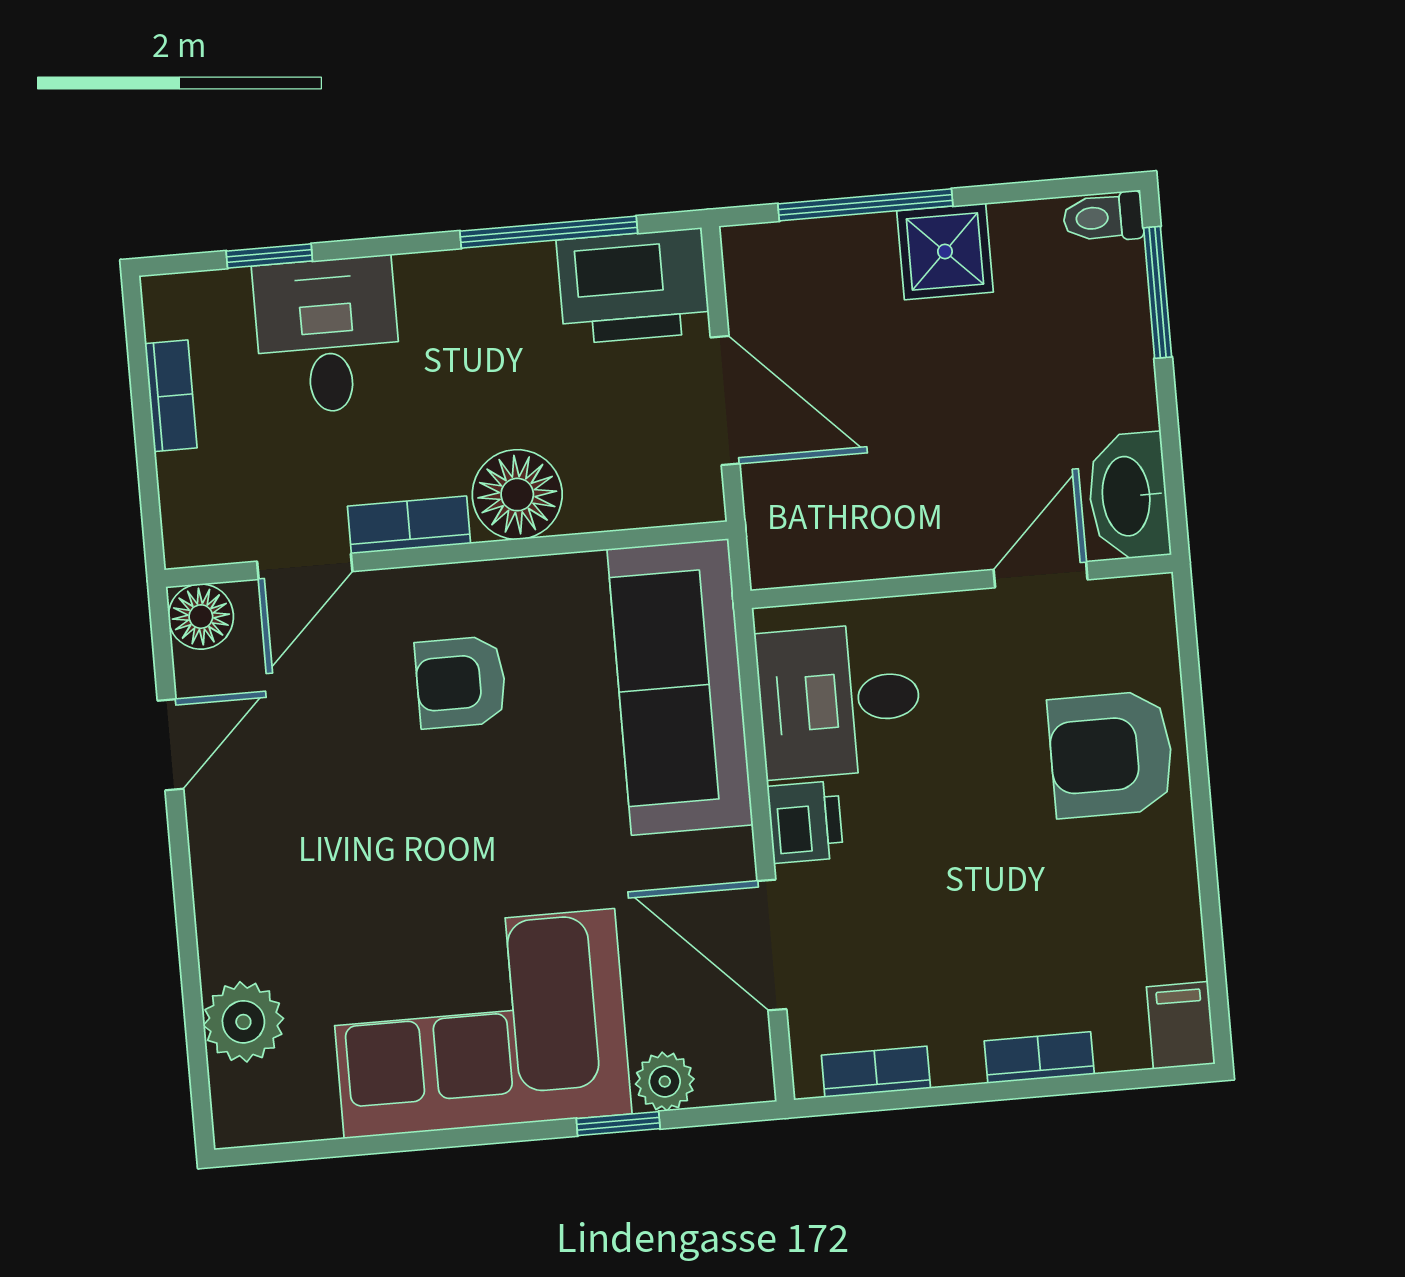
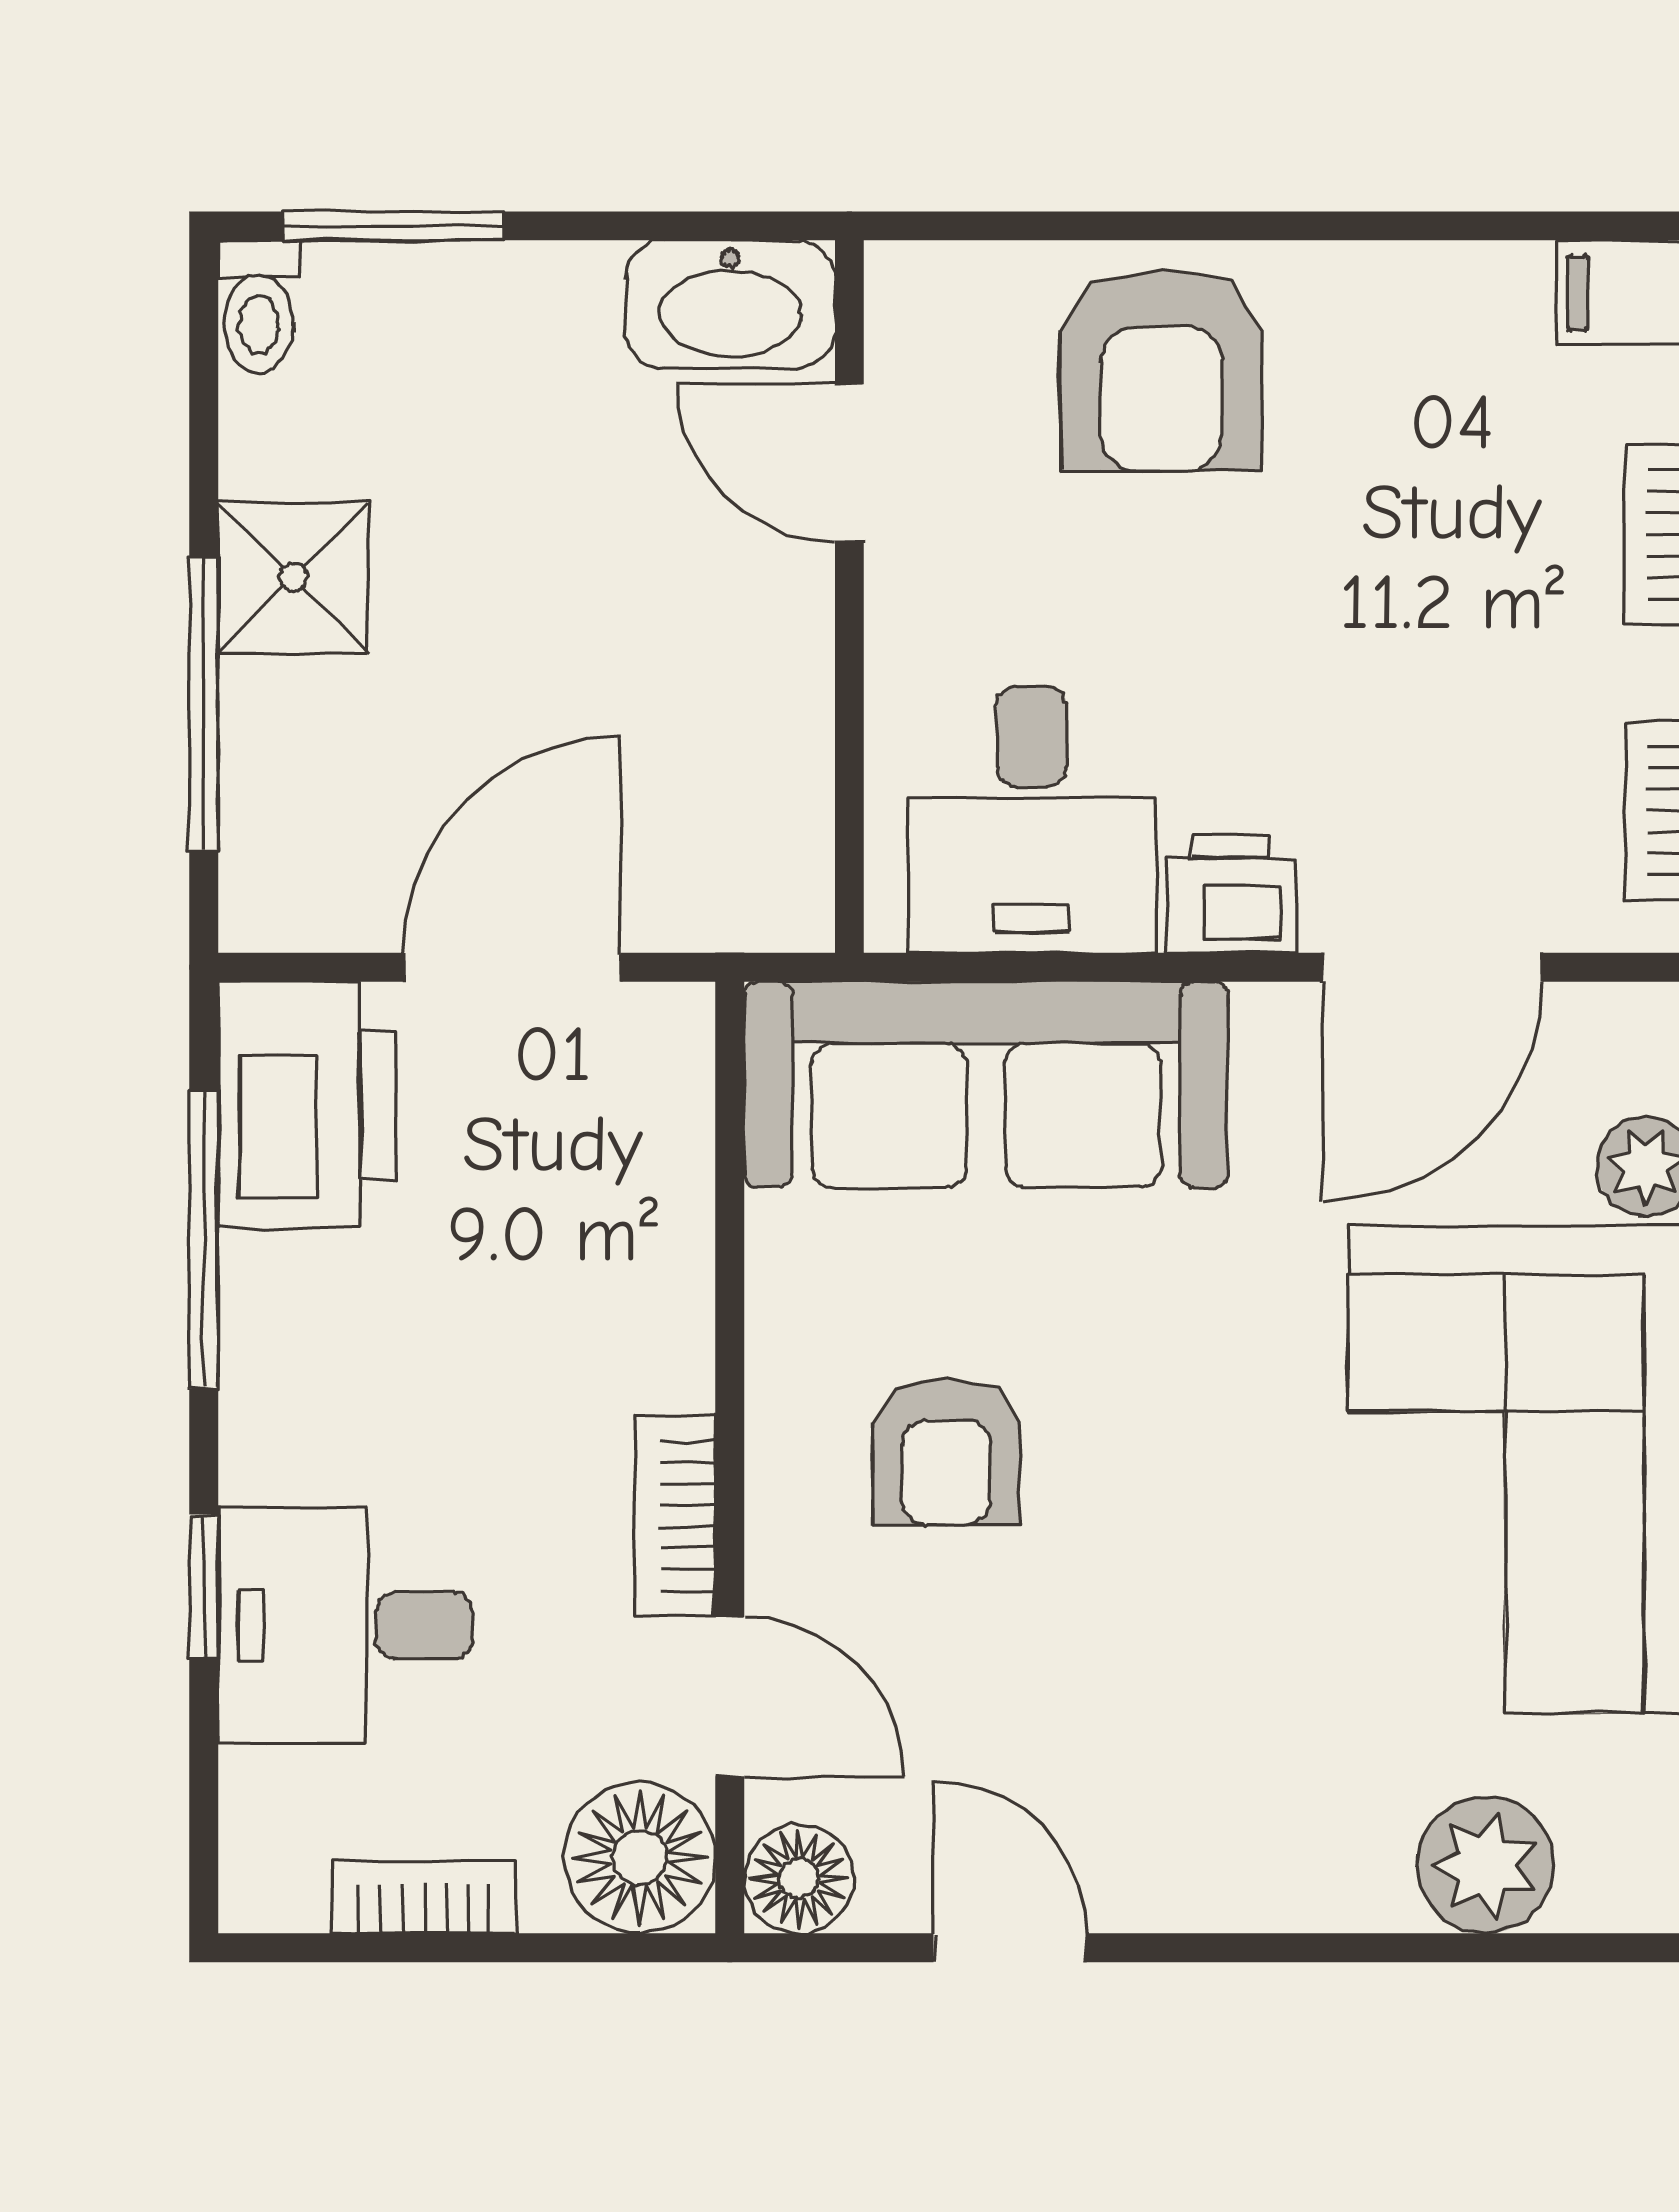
window: (269, 256) -> (204, 1586), moved
floor lamp: (517, 495) -> (640, 1858), moved

